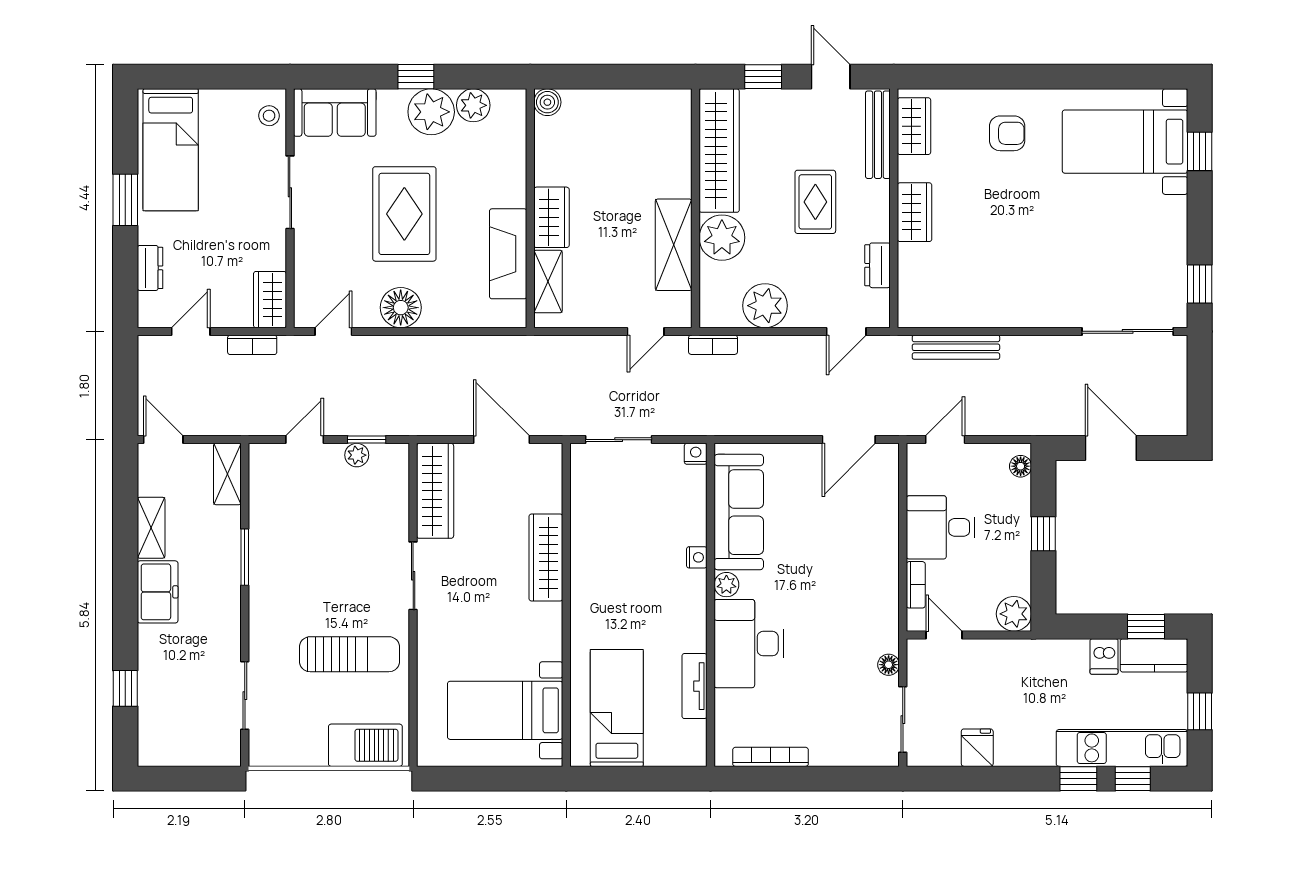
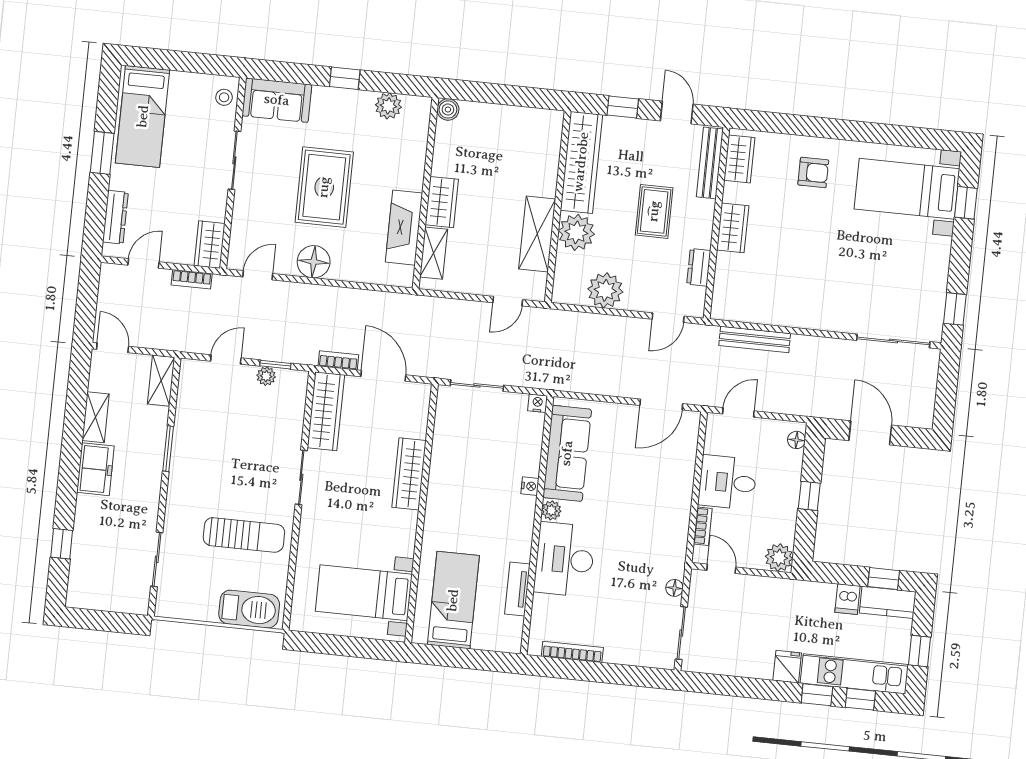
plant: (431, 112) -> (354, 108), removed
dresser: (150, 268) -> (115, 217), width x1.44
bookcase: (713, 345) -> (338, 360), moved, turned 180
fridge: (977, 748) -> (787, 667), moved

